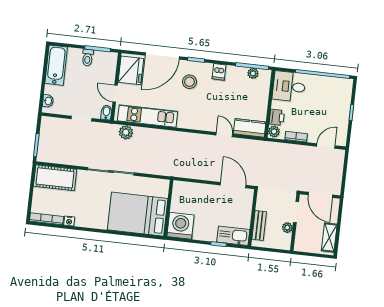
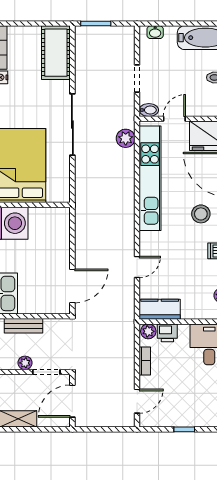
kitchen unit: (148, 116) -> (150, 178), width x1.36
kitchen counter: (250, 128) -> (160, 309), moved, turned -90
door: (326, 146) -> (137, 401), hinge flipped

